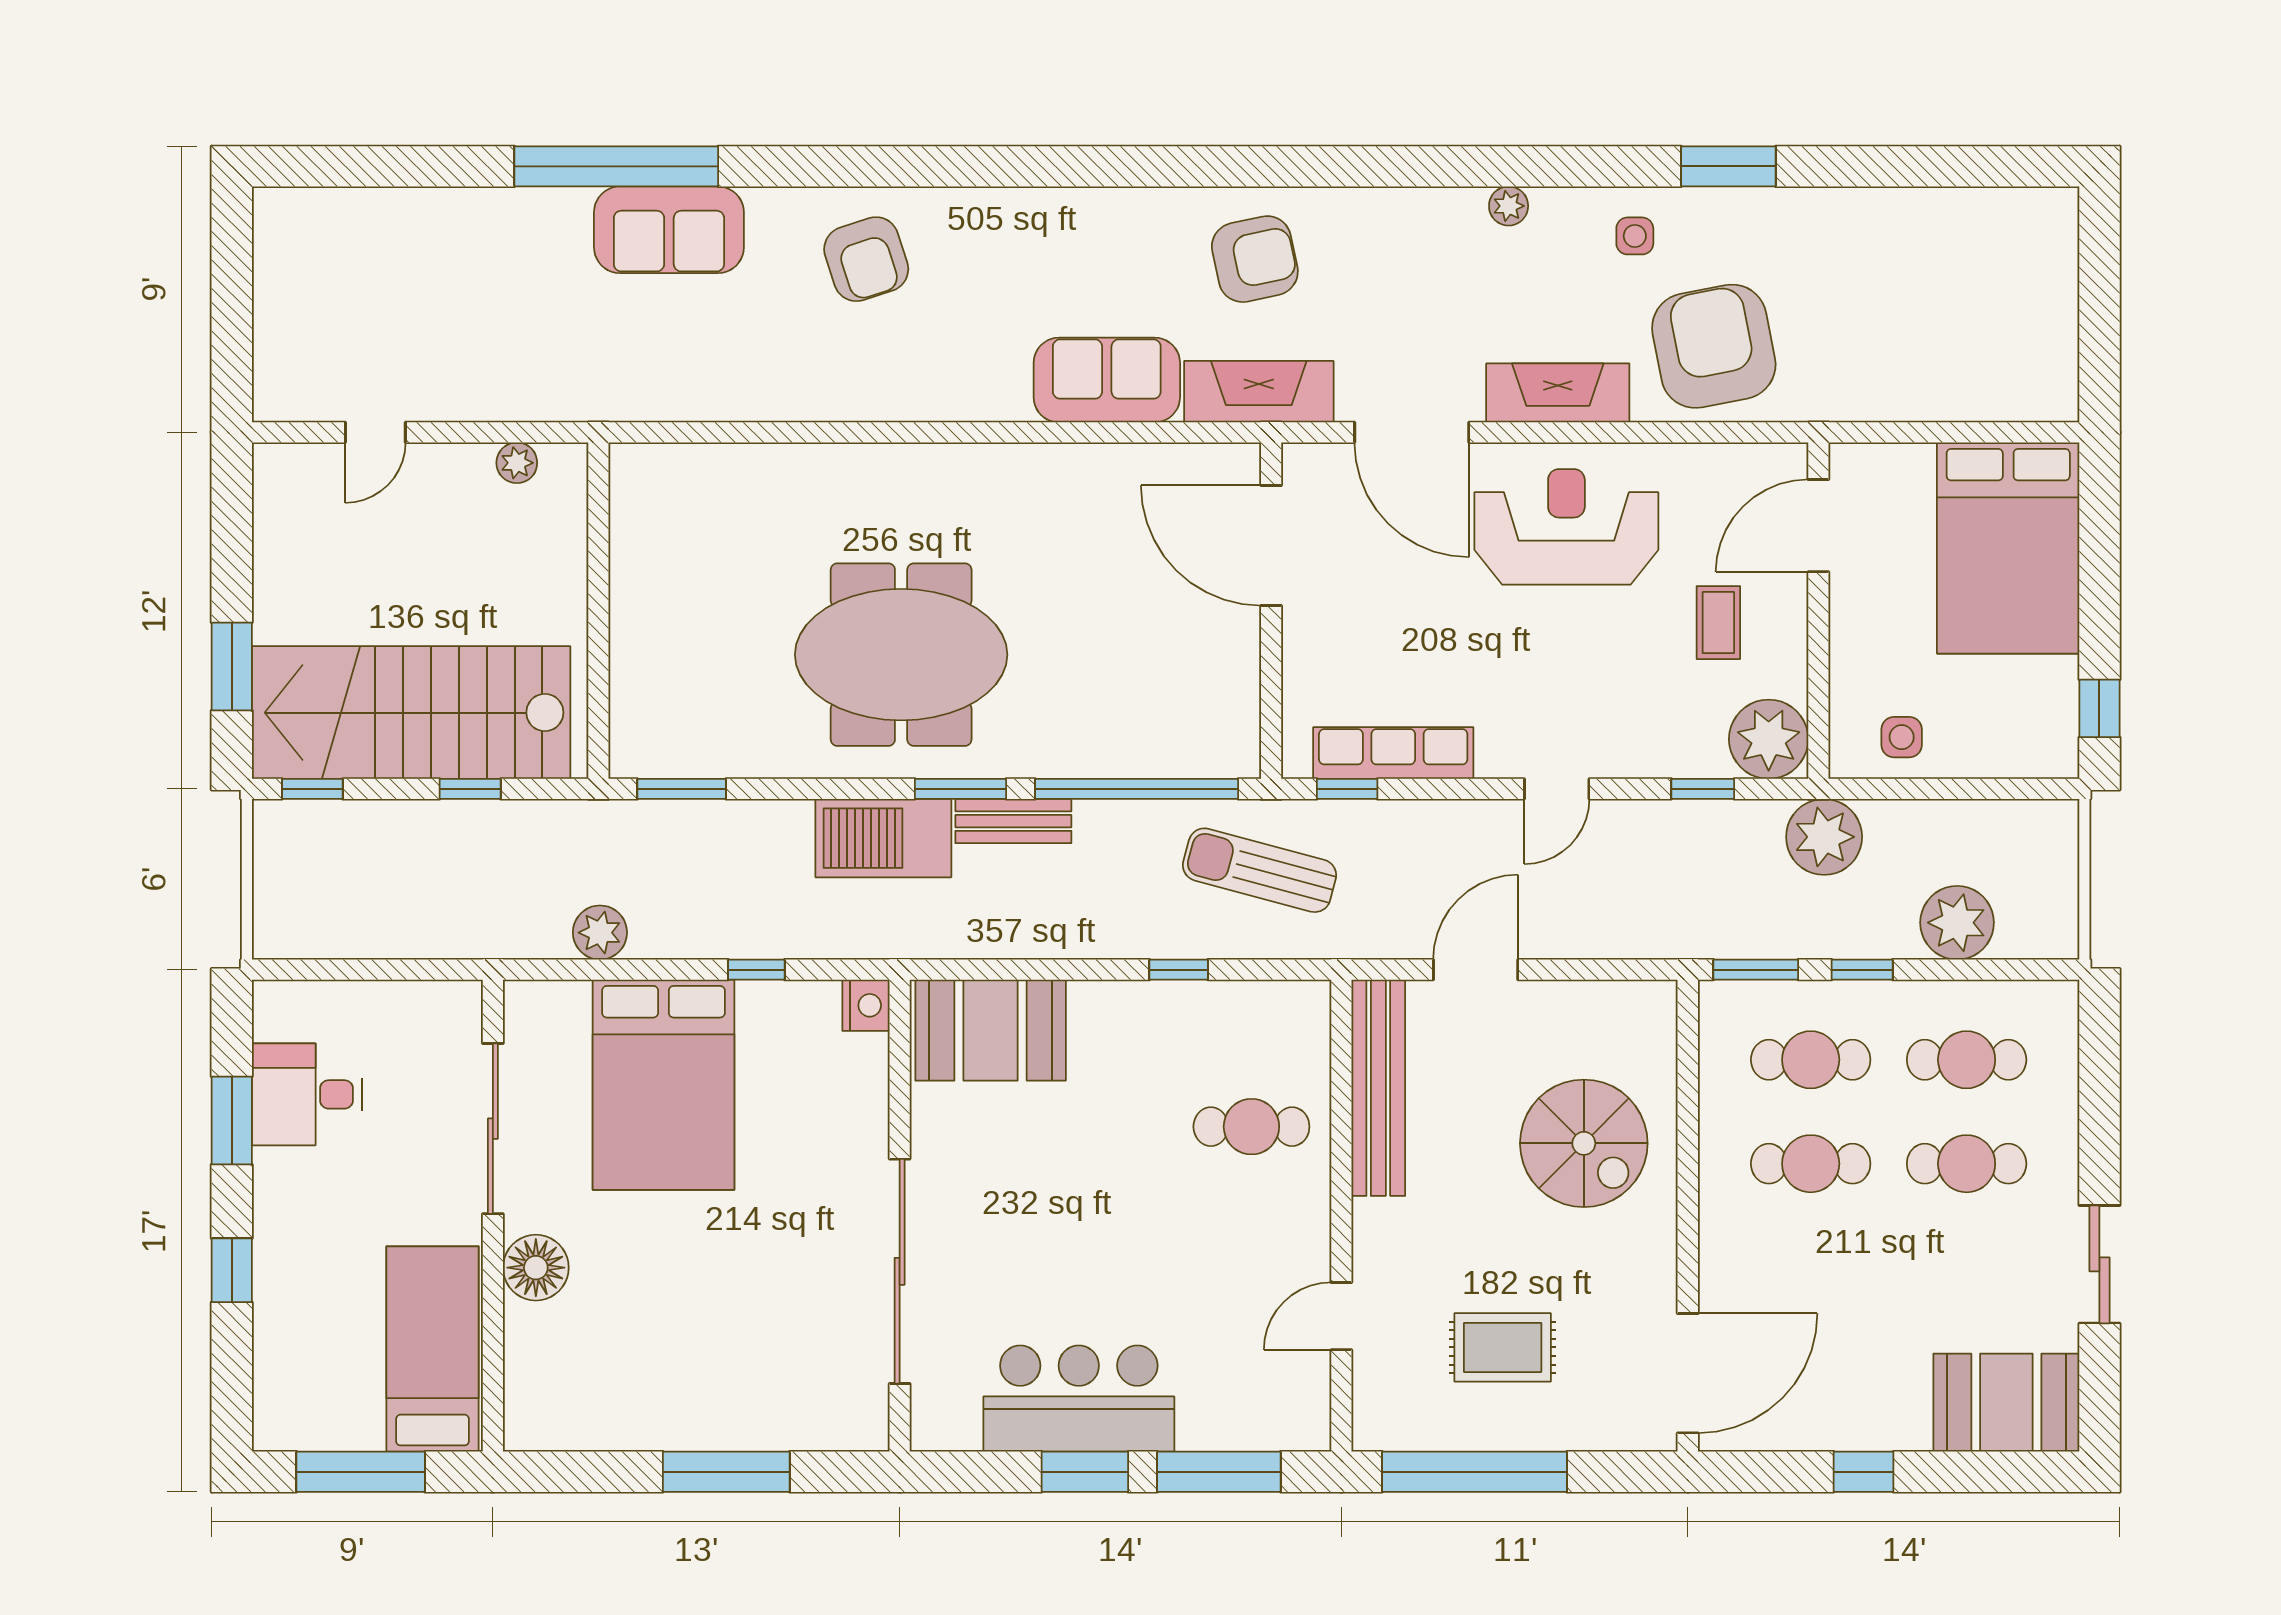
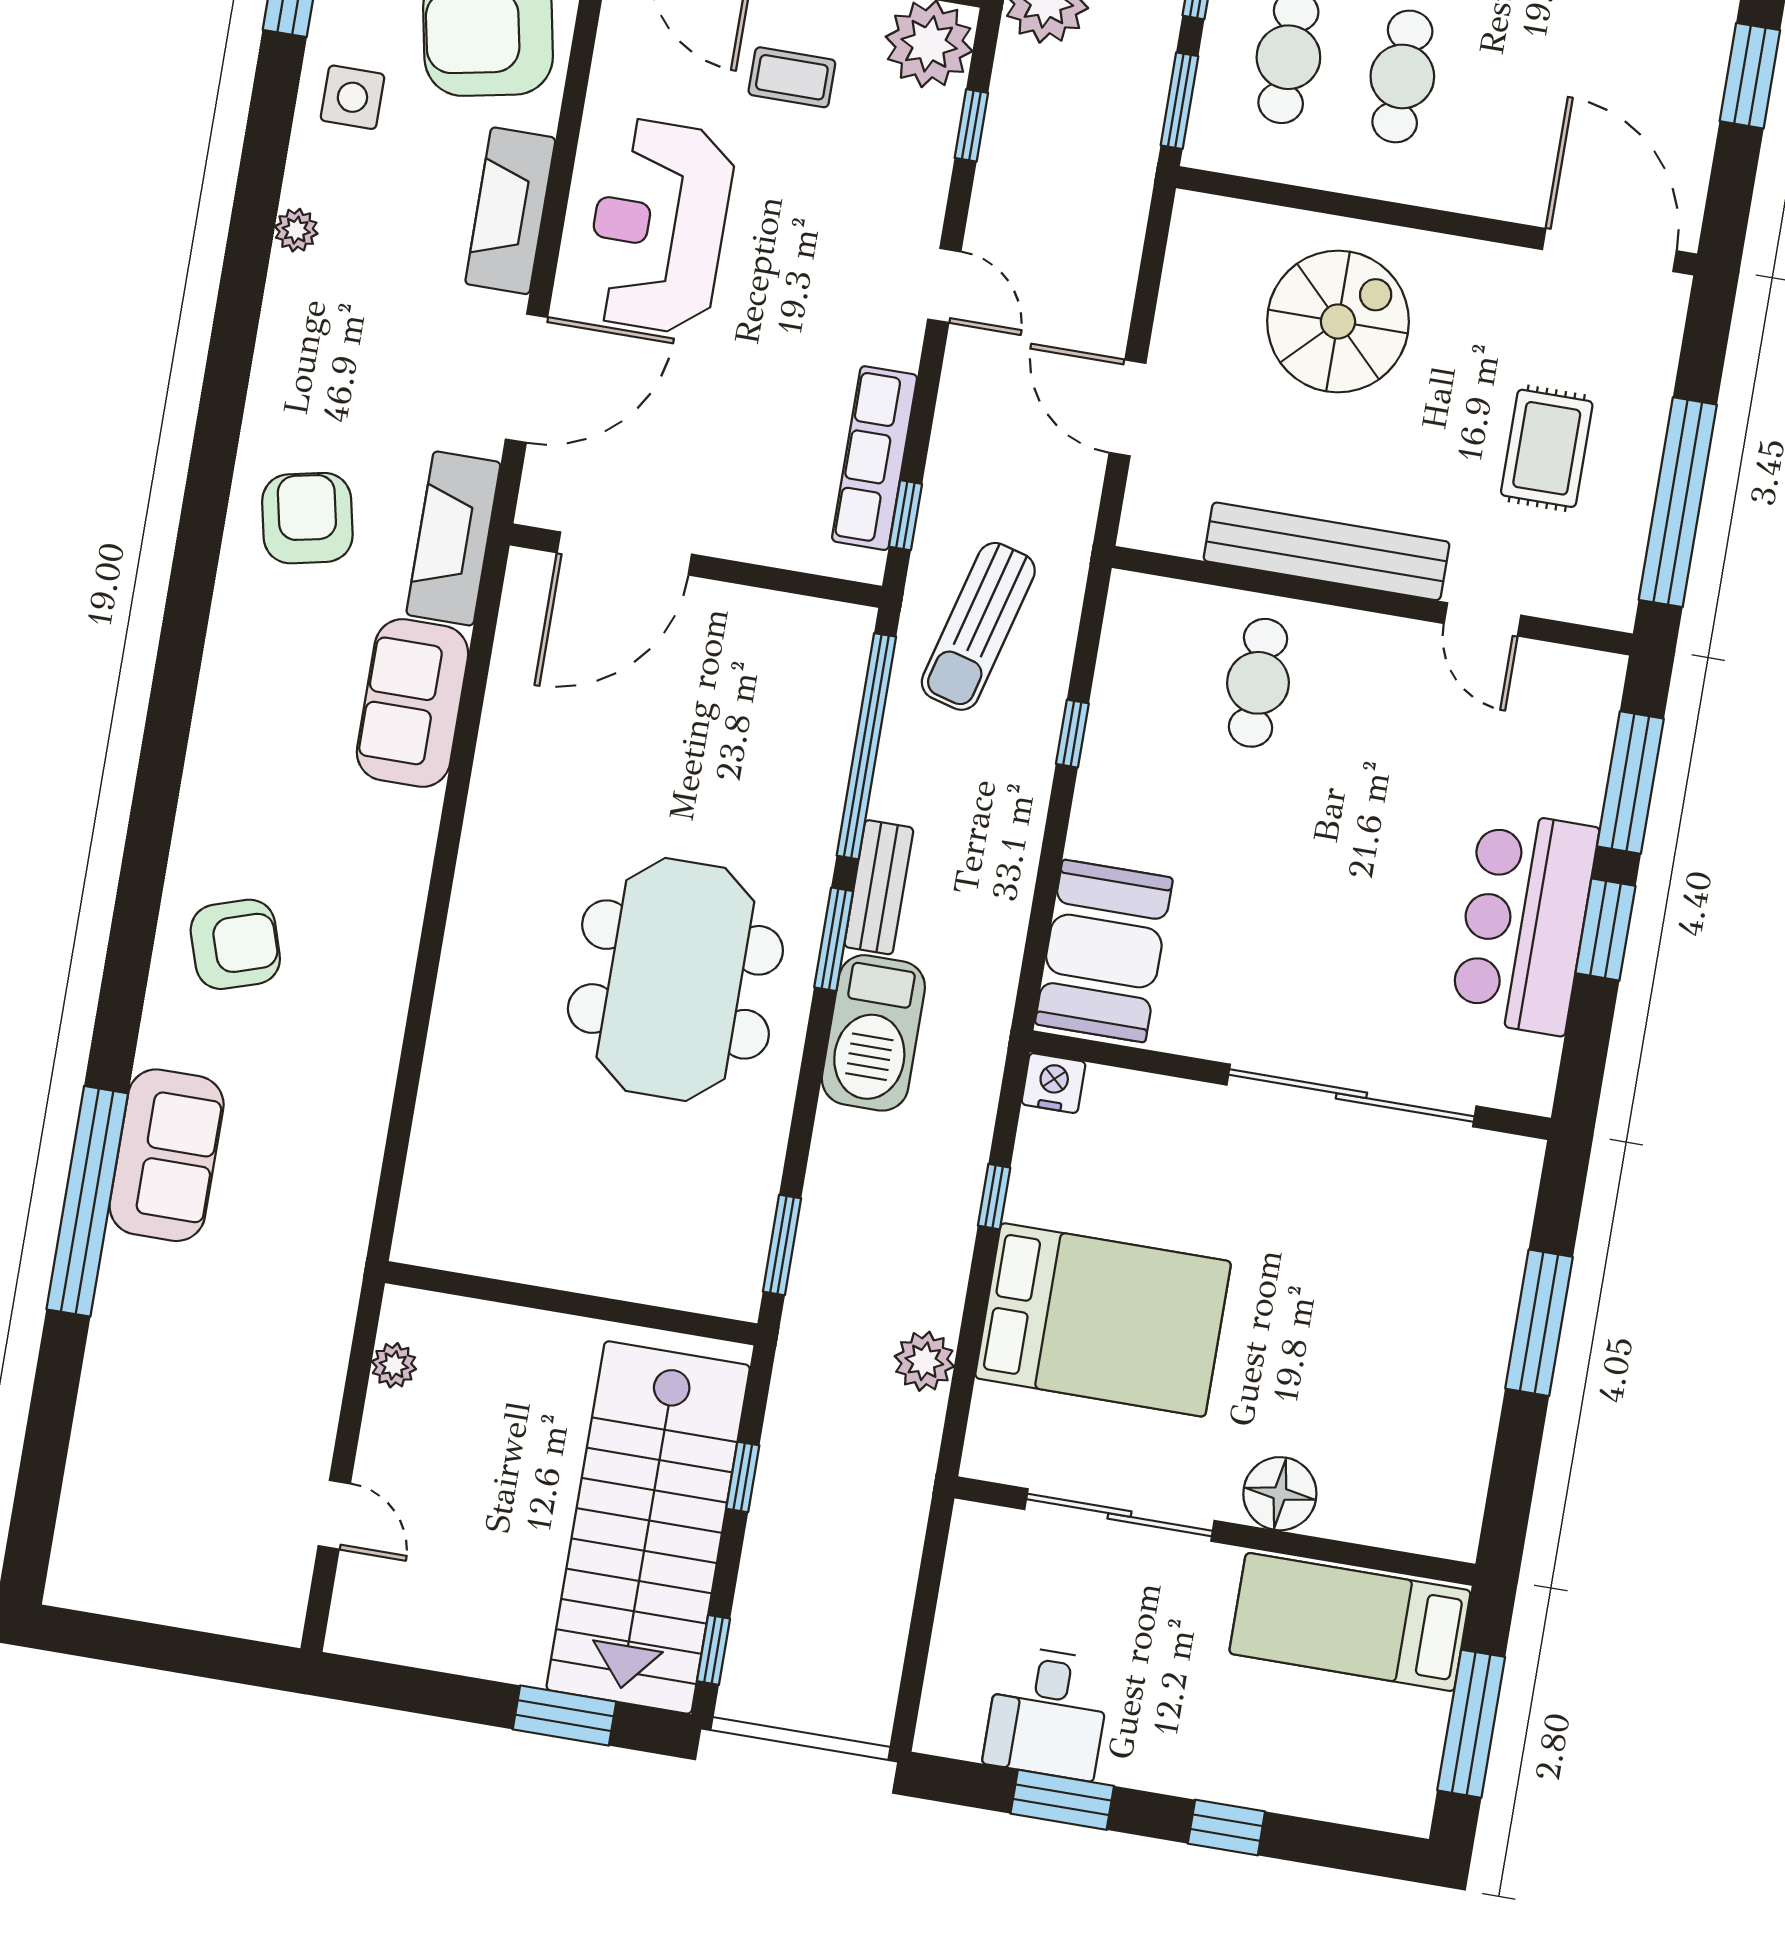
side table: (1635, 236) -> (352, 97), width x1.37, depth x1.37
bench: (1378, 1088) -> (1327, 551), moved
window: (1863, 1472) -> (1750, 76), width x1.50

